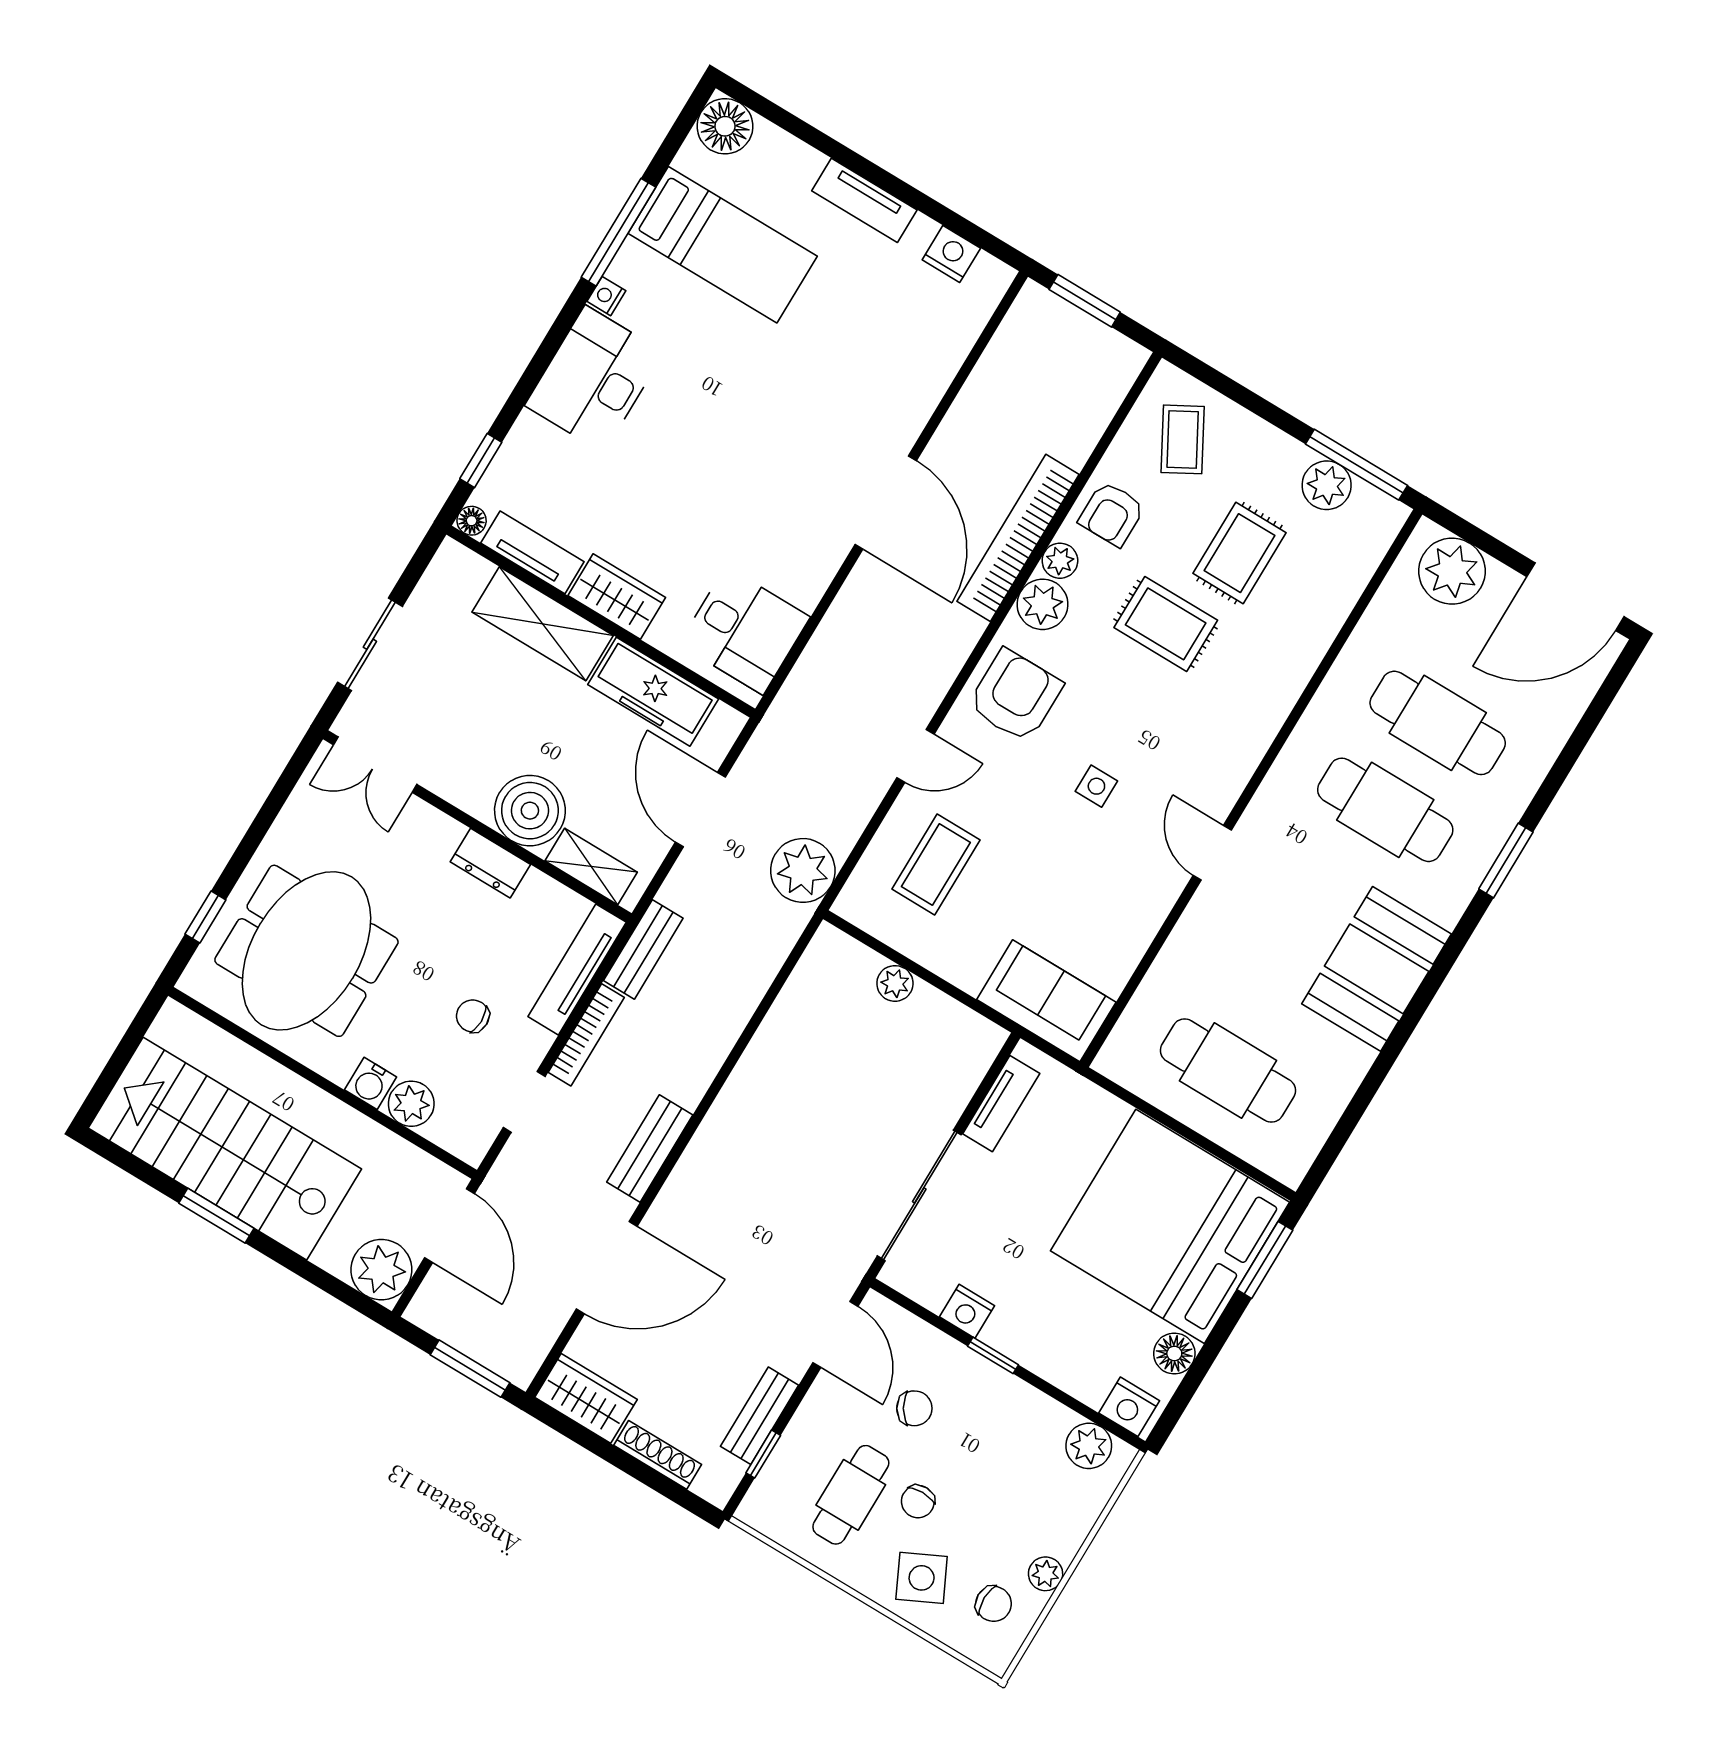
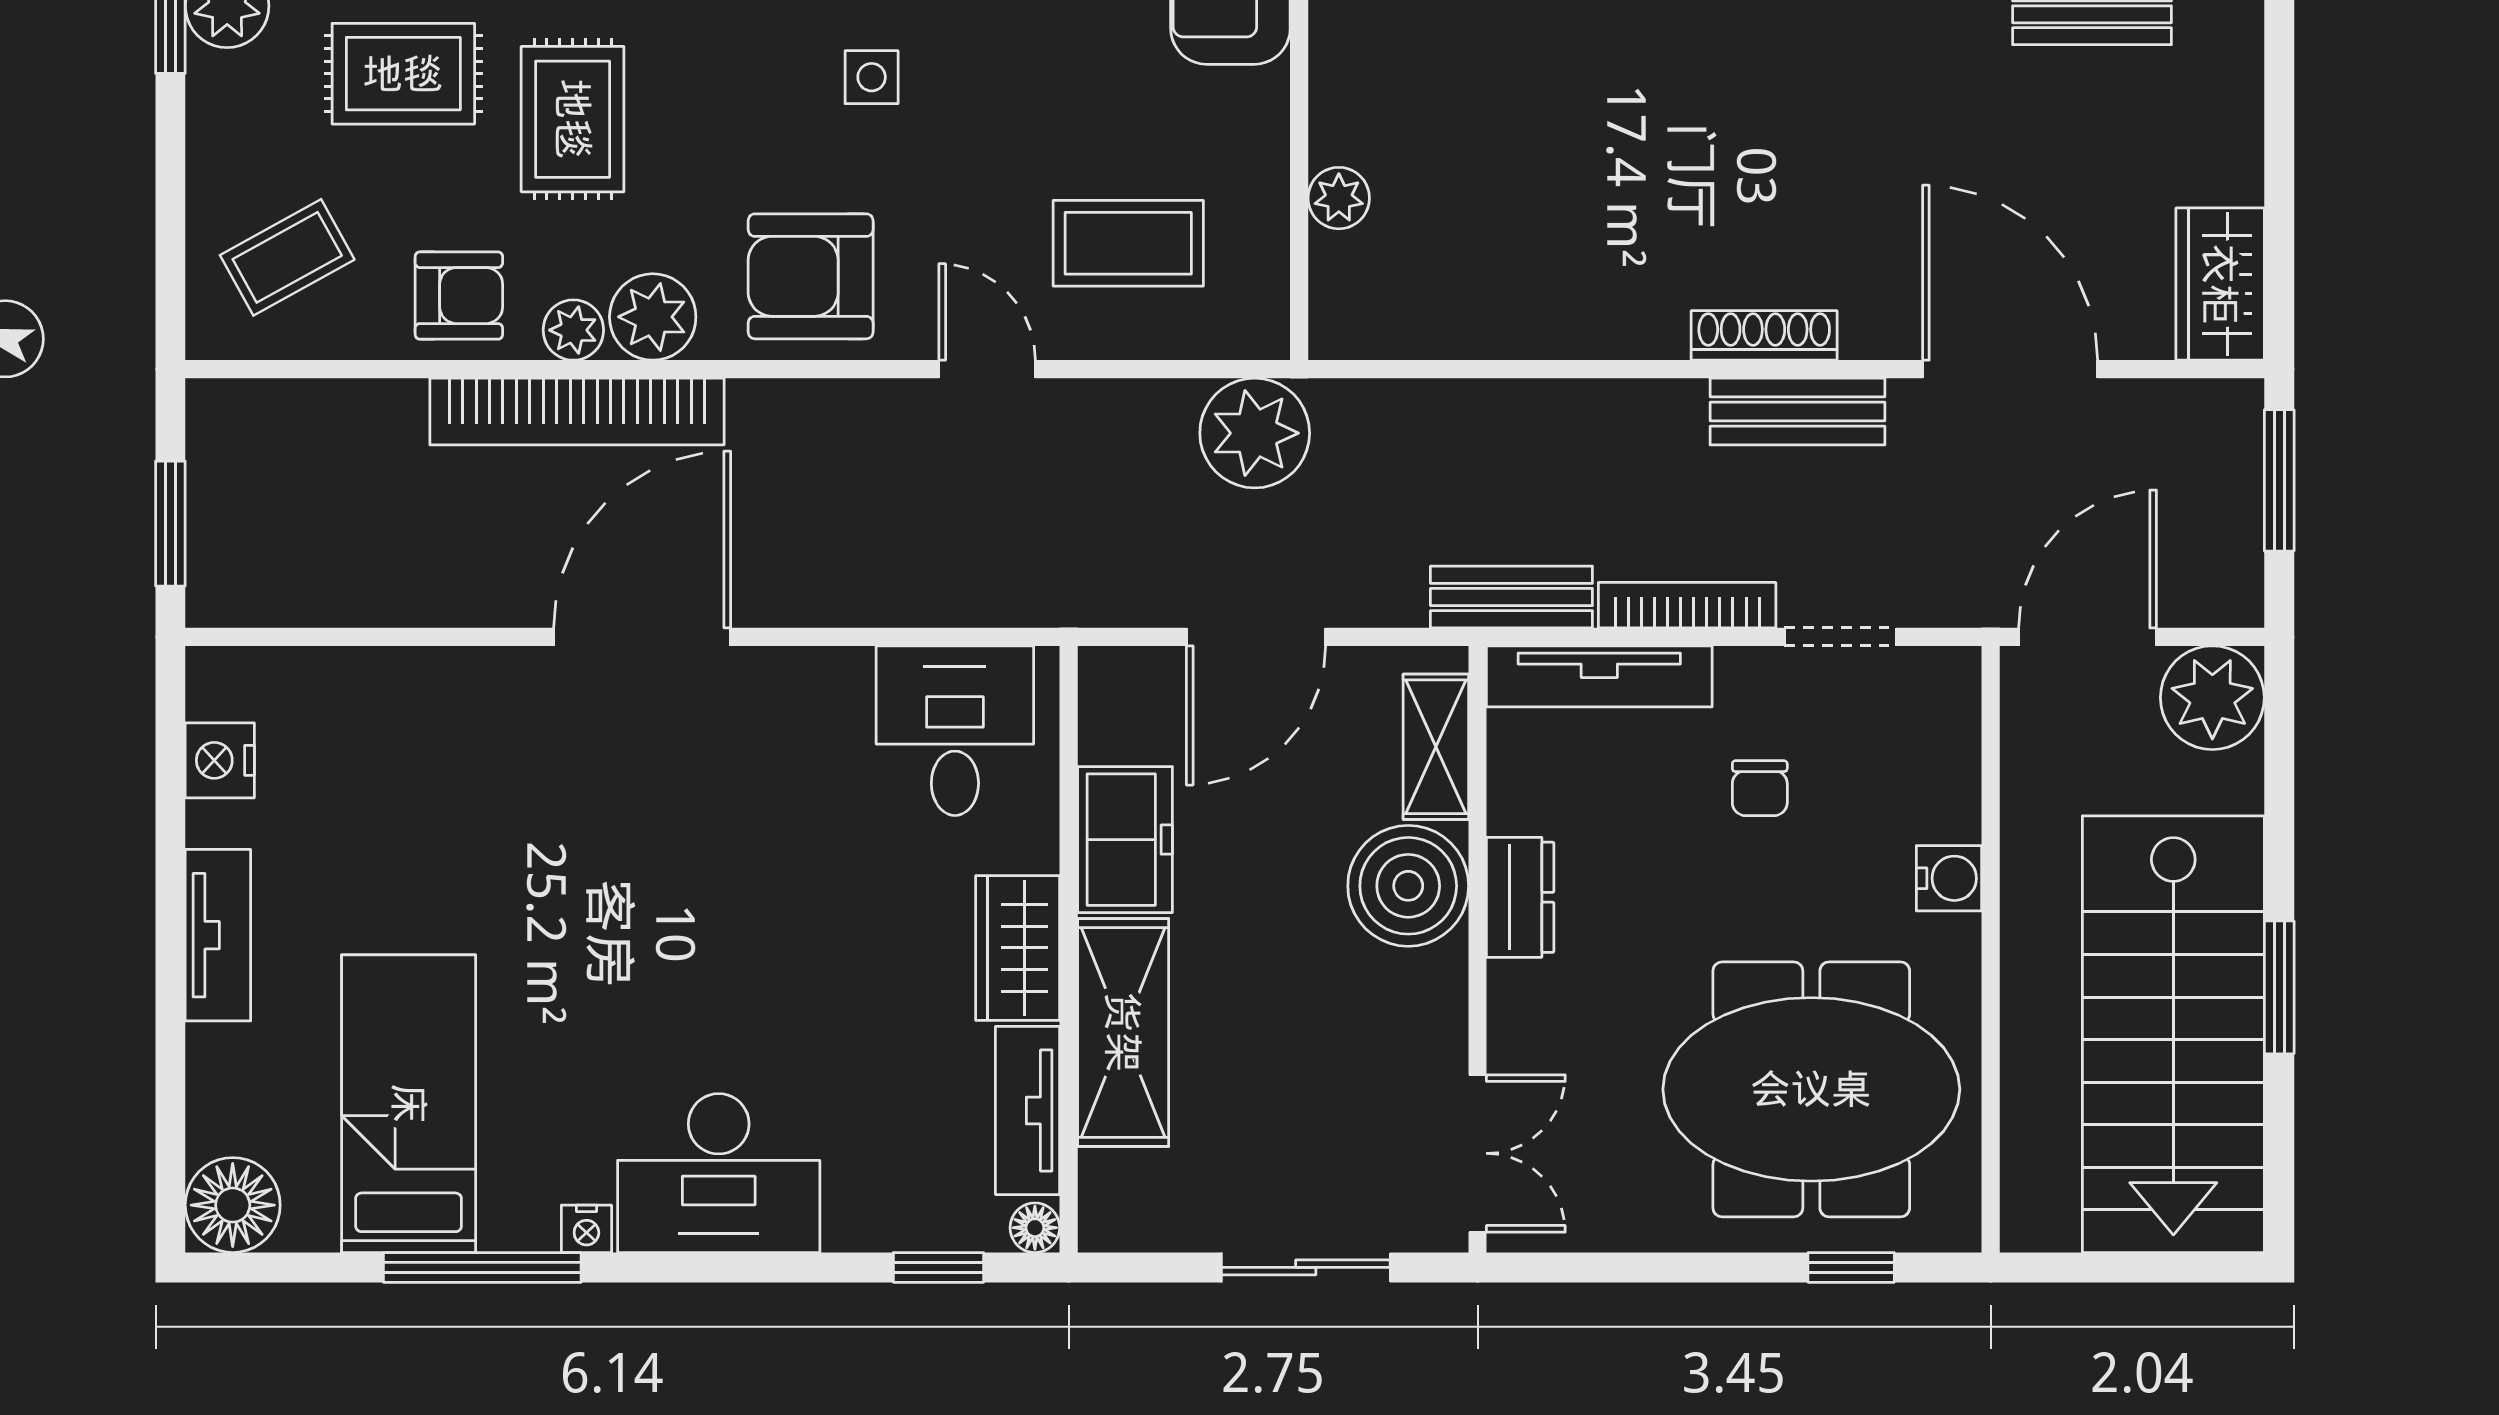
freezer: (653, 692) -> (1125, 840), width x0.71
plant: (411, 1104) -> (1943, 801), removed
shoe rack: (658, 1455) -> (1764, 335), moved, turned 90

